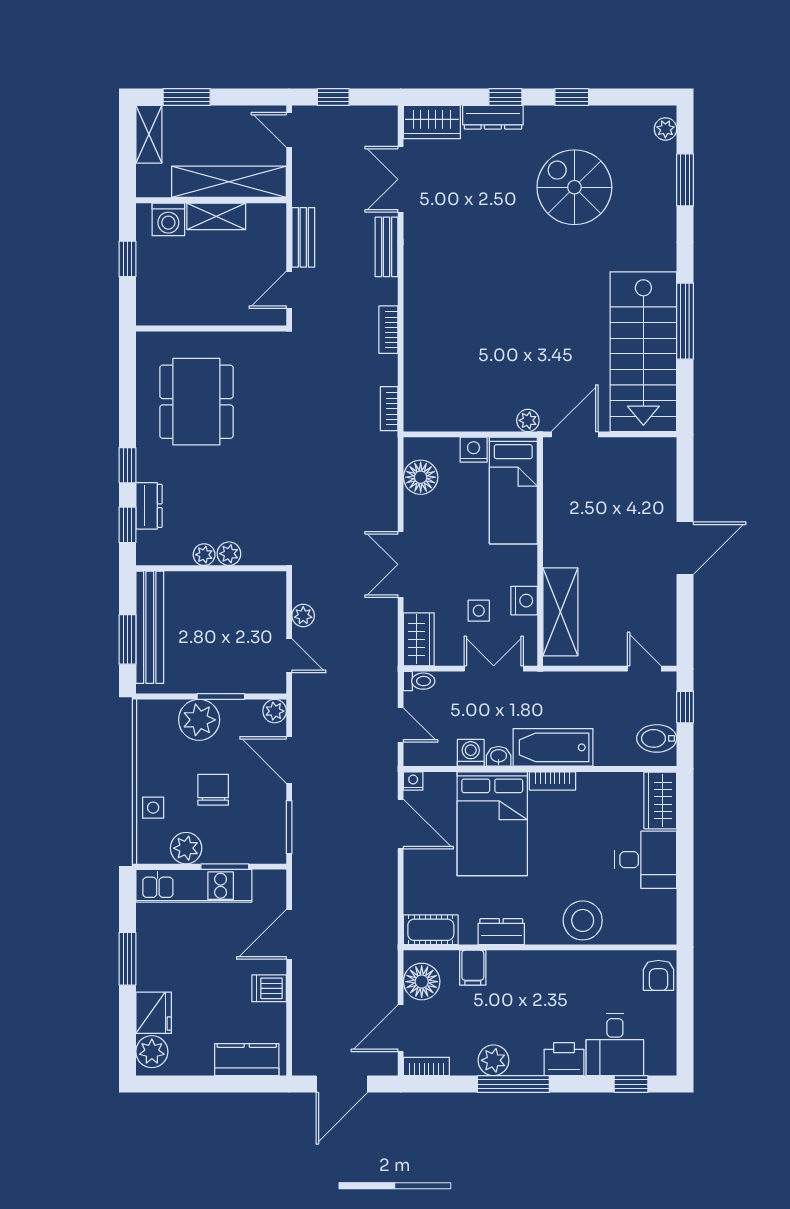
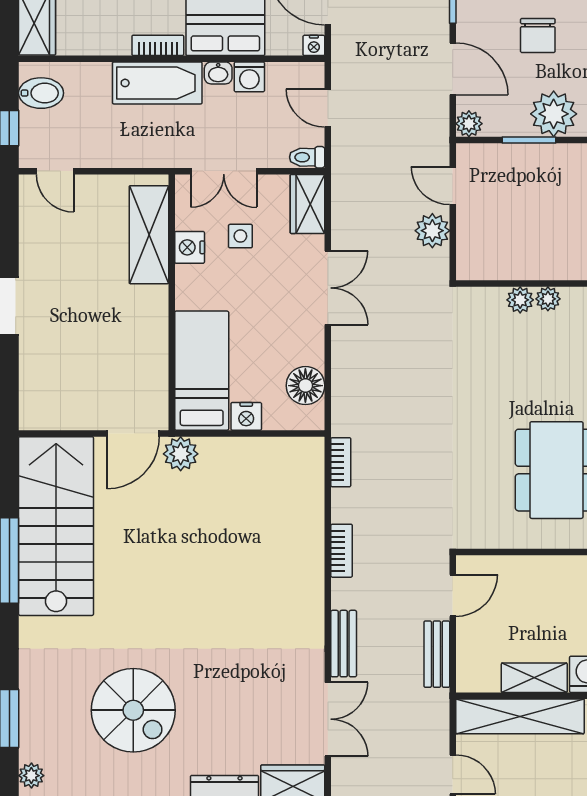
plant: (528, 420) -> (181, 454), width x1.38, depth x1.38
plant: (303, 615) -> (432, 231), width x1.38, depth x1.38

